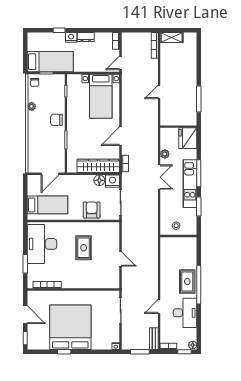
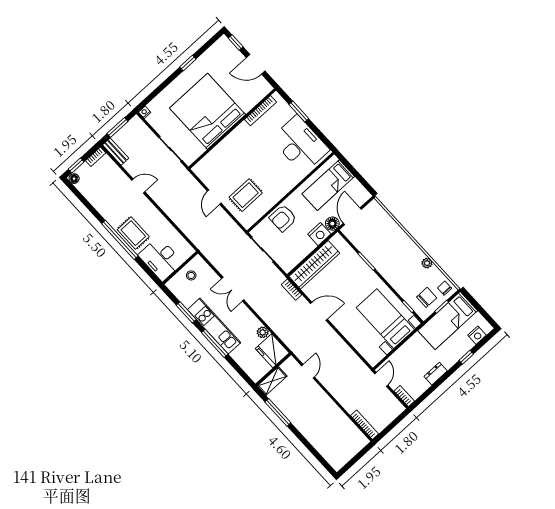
nightstand: (71, 37) -> (477, 335), moved
shelving: (172, 37) -> (272, 381), moved
door: (159, 92) -> (308, 371), moved
bed with nightstands: (101, 96) -> (385, 319), moved
chair: (56, 120) -> (427, 297), moved
door: (121, 136) -> (319, 311), hinge flipped
fridge: (188, 138) -> (272, 351), moved, turned 180
double door: (159, 177) -> (233, 289), moved
floor lamp: (99, 180) -> (332, 224), moved
nightstand: (113, 181) -> (319, 234), moved
armchair: (92, 210) -> (283, 218), turned 90
rug: (84, 248) -> (246, 195), moved, turned 90
door: (121, 259) -> (214, 197), hinge flipped
door: (159, 306) -> (138, 186), hinge flipped
desk: (185, 313) -> (161, 259), moved
bed: (70, 327) -> (208, 111), moved, turned 180

